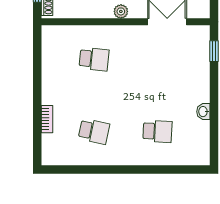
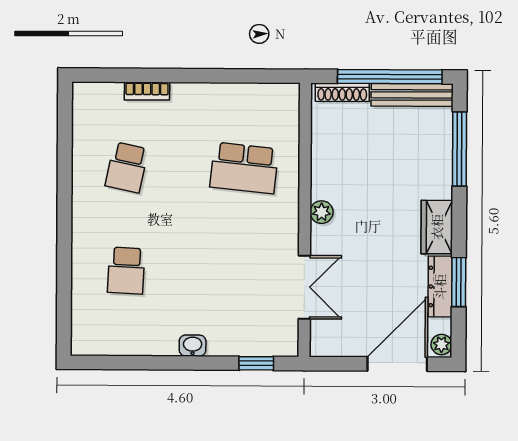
school desk: (94, 59) -> (244, 168), width x1.85
washbasin: (203, 112) -> (193, 346), moved

